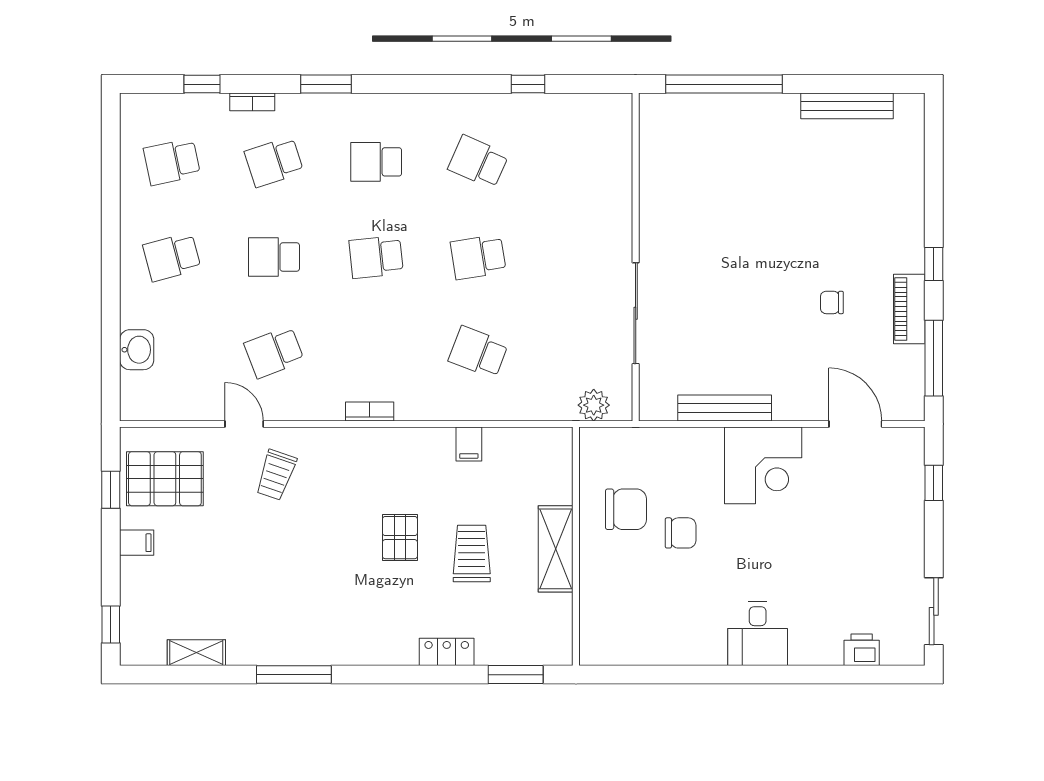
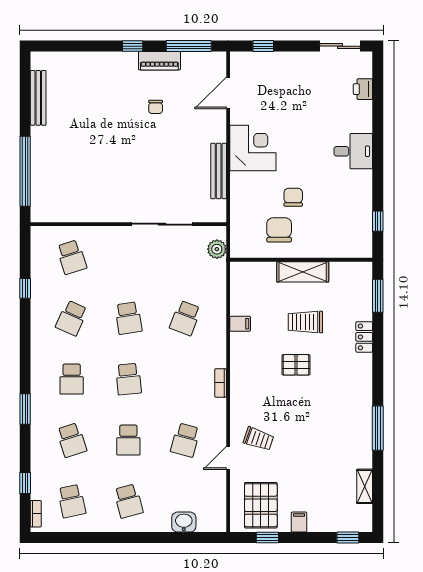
bookcase: (252, 102) -> (36, 514), moved
school desk: (580, 162) -> (72, 257), added
school desk: (274, 352) -> (185, 440), turned 36
window: (640, 675) -> (378, 221), added

